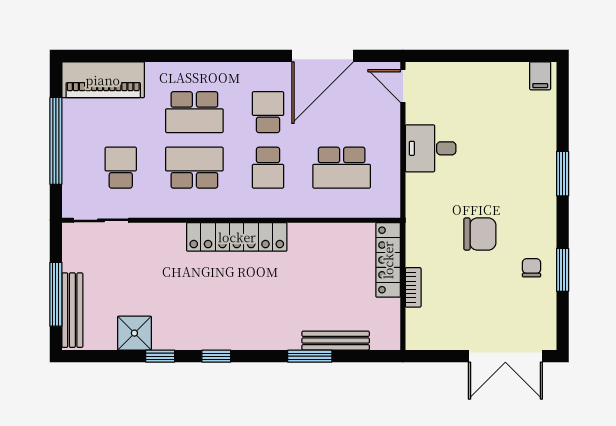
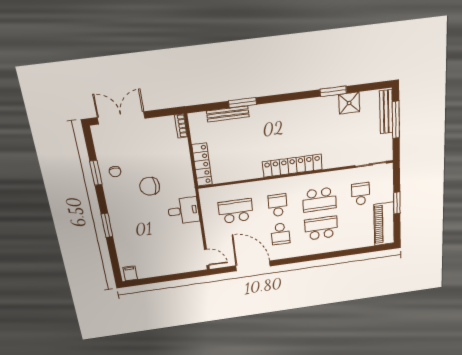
door: (323, 56) -> (253, 266), hinge flipped
piano: (103, 80) -> (384, 224), moved, turned -90
window: (56, 141) -> (397, 203), width x0.47
desk: (431, 148) -> (183, 211), moved
school desk: (121, 168) -> (361, 194), turned 180
bookcase: (413, 287) -> (181, 126), moved
window: (160, 356) -> (333, 91), width x1.50
window: (216, 356) -> (299, 96), removed

